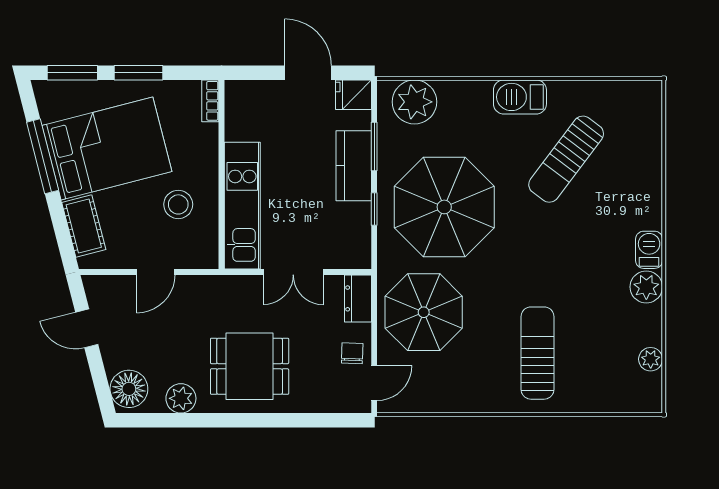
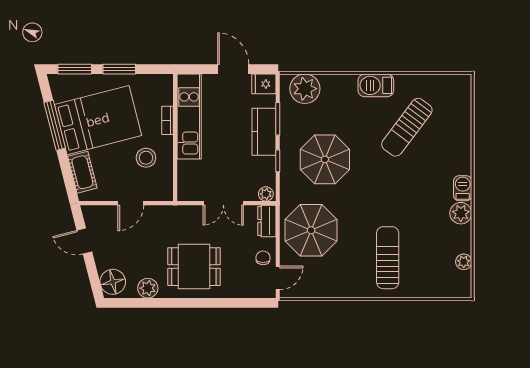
bookcase: (210, 101) -> (168, 120), moved
kitchen unit: (242, 206) -> (189, 117), moved
parasol: (444, 207) -> (325, 159), width x0.73, depth x0.73
plant: (356, 258) -> (266, 194), added

